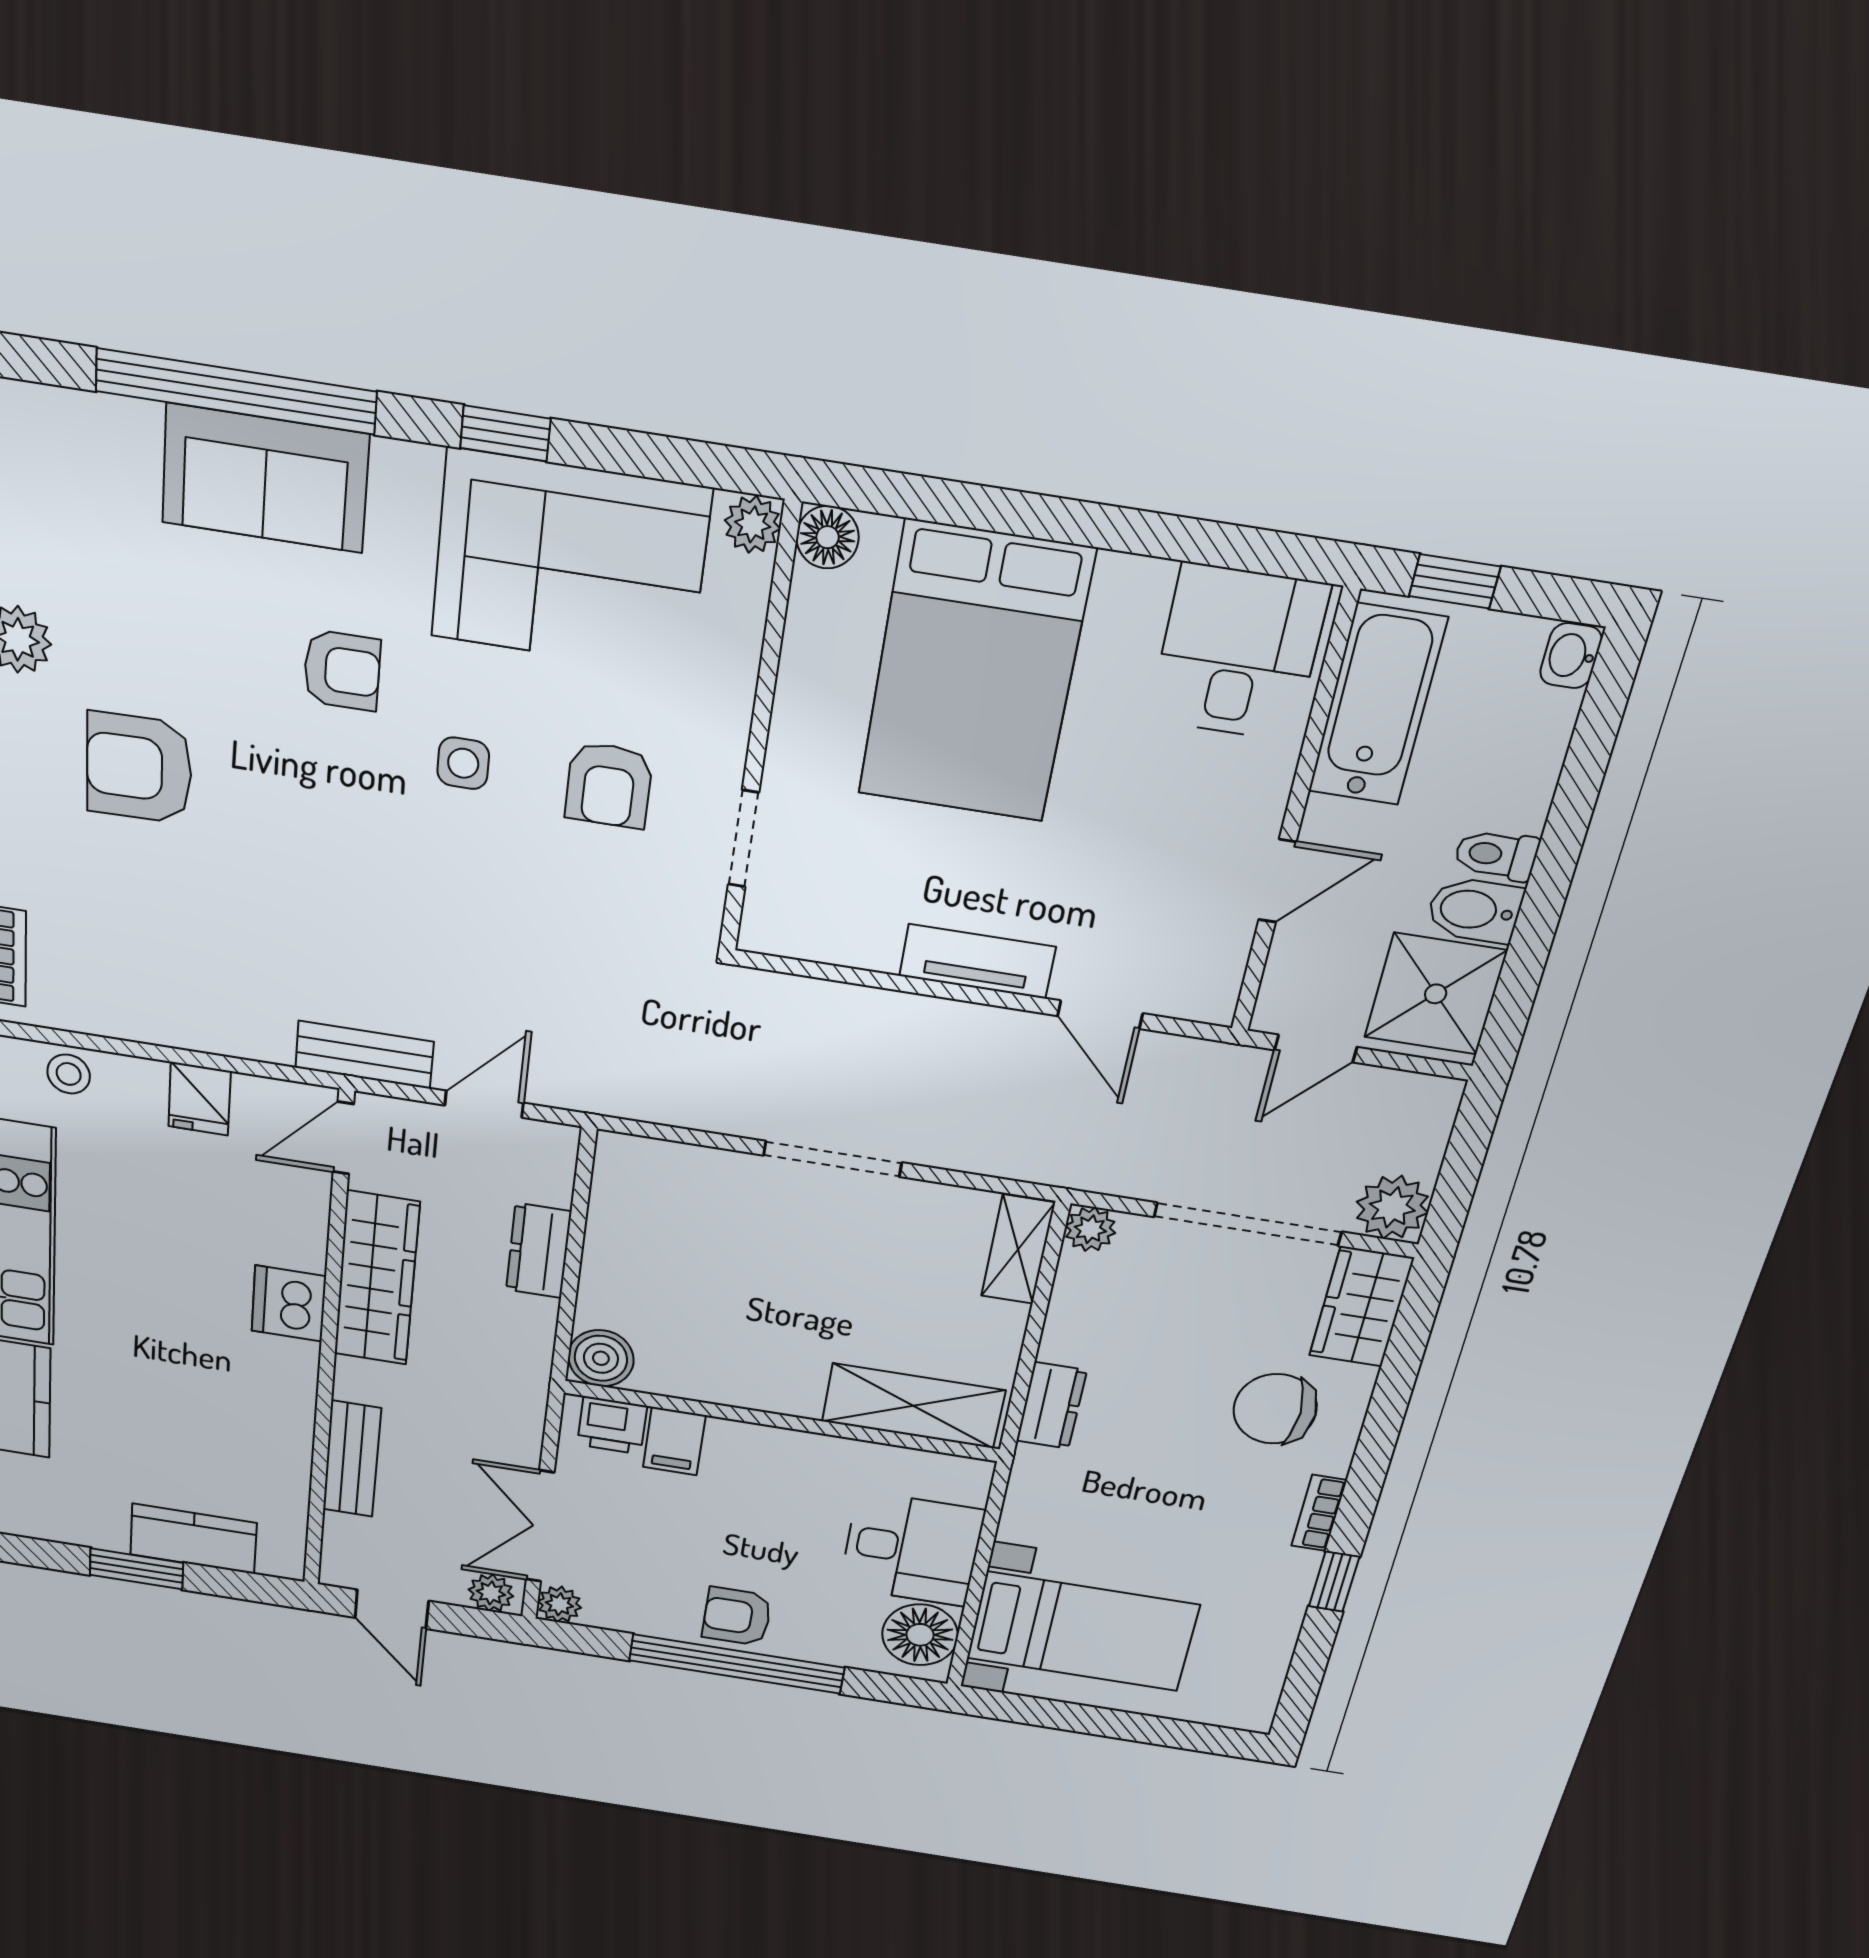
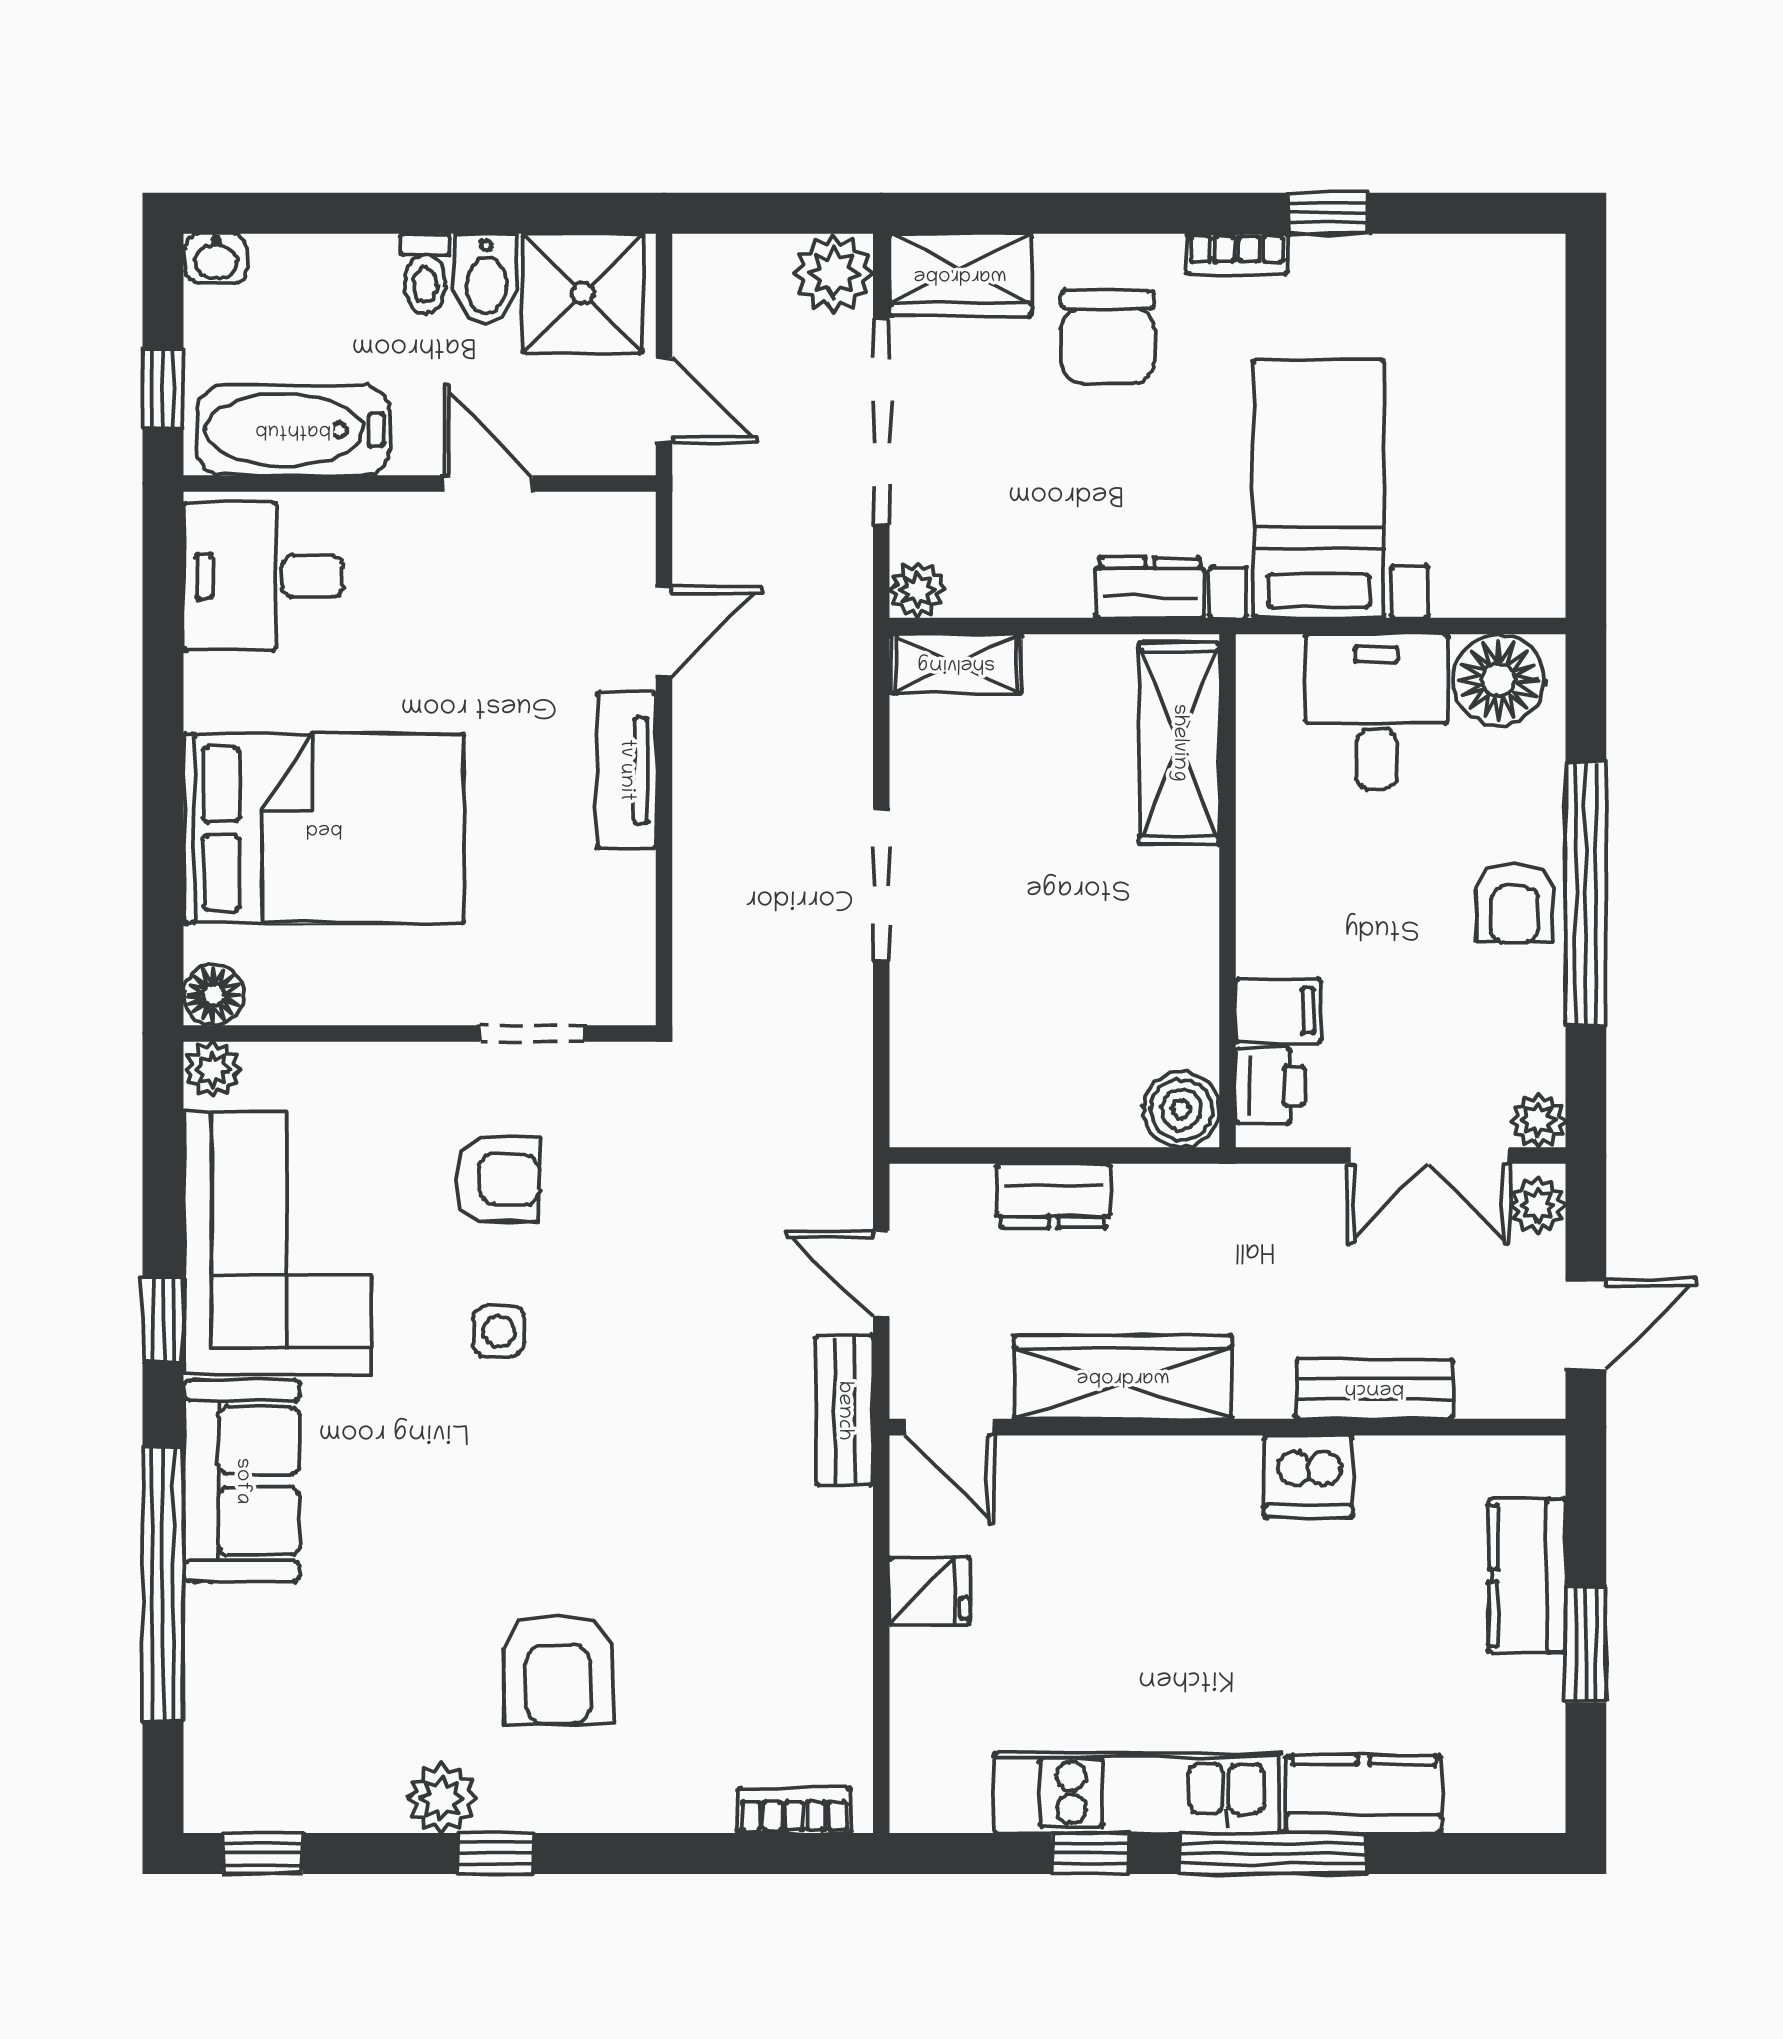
sofa: (265, 478) -> (242, 1481), moved
armchair: (342, 670) -> (421, 1463), removed
stool: (69, 1074) -> (924, 1739), removed
dishwasher: (289, 1304) -> (1308, 1477), moved
bed with nightstands: (1082, 1632) -> (1319, 489), moved

